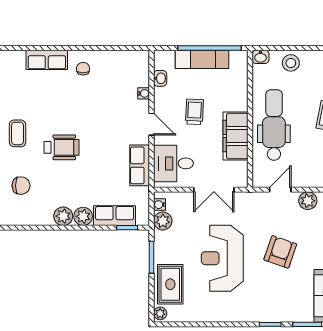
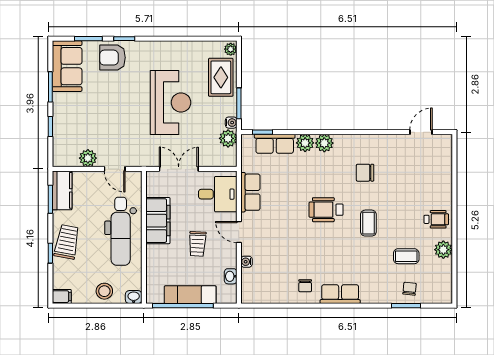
door: (280, 190) -> (115, 169), hinge flipped
water cooler: (160, 205) -> (231, 123), moved
armchair: (280, 252) -> (113, 58), moved, turned 71

